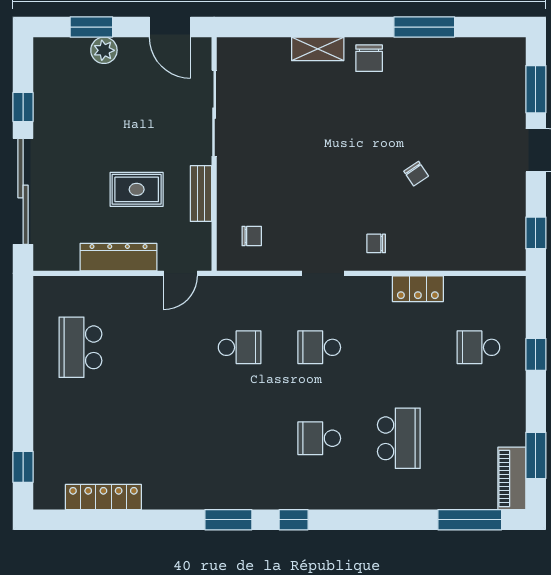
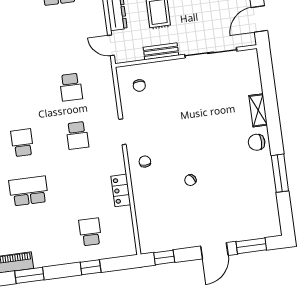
school desk: (319, 347) -> (77, 135), turned 180
school desk: (399, 438) -> (29, 191), turned 180

